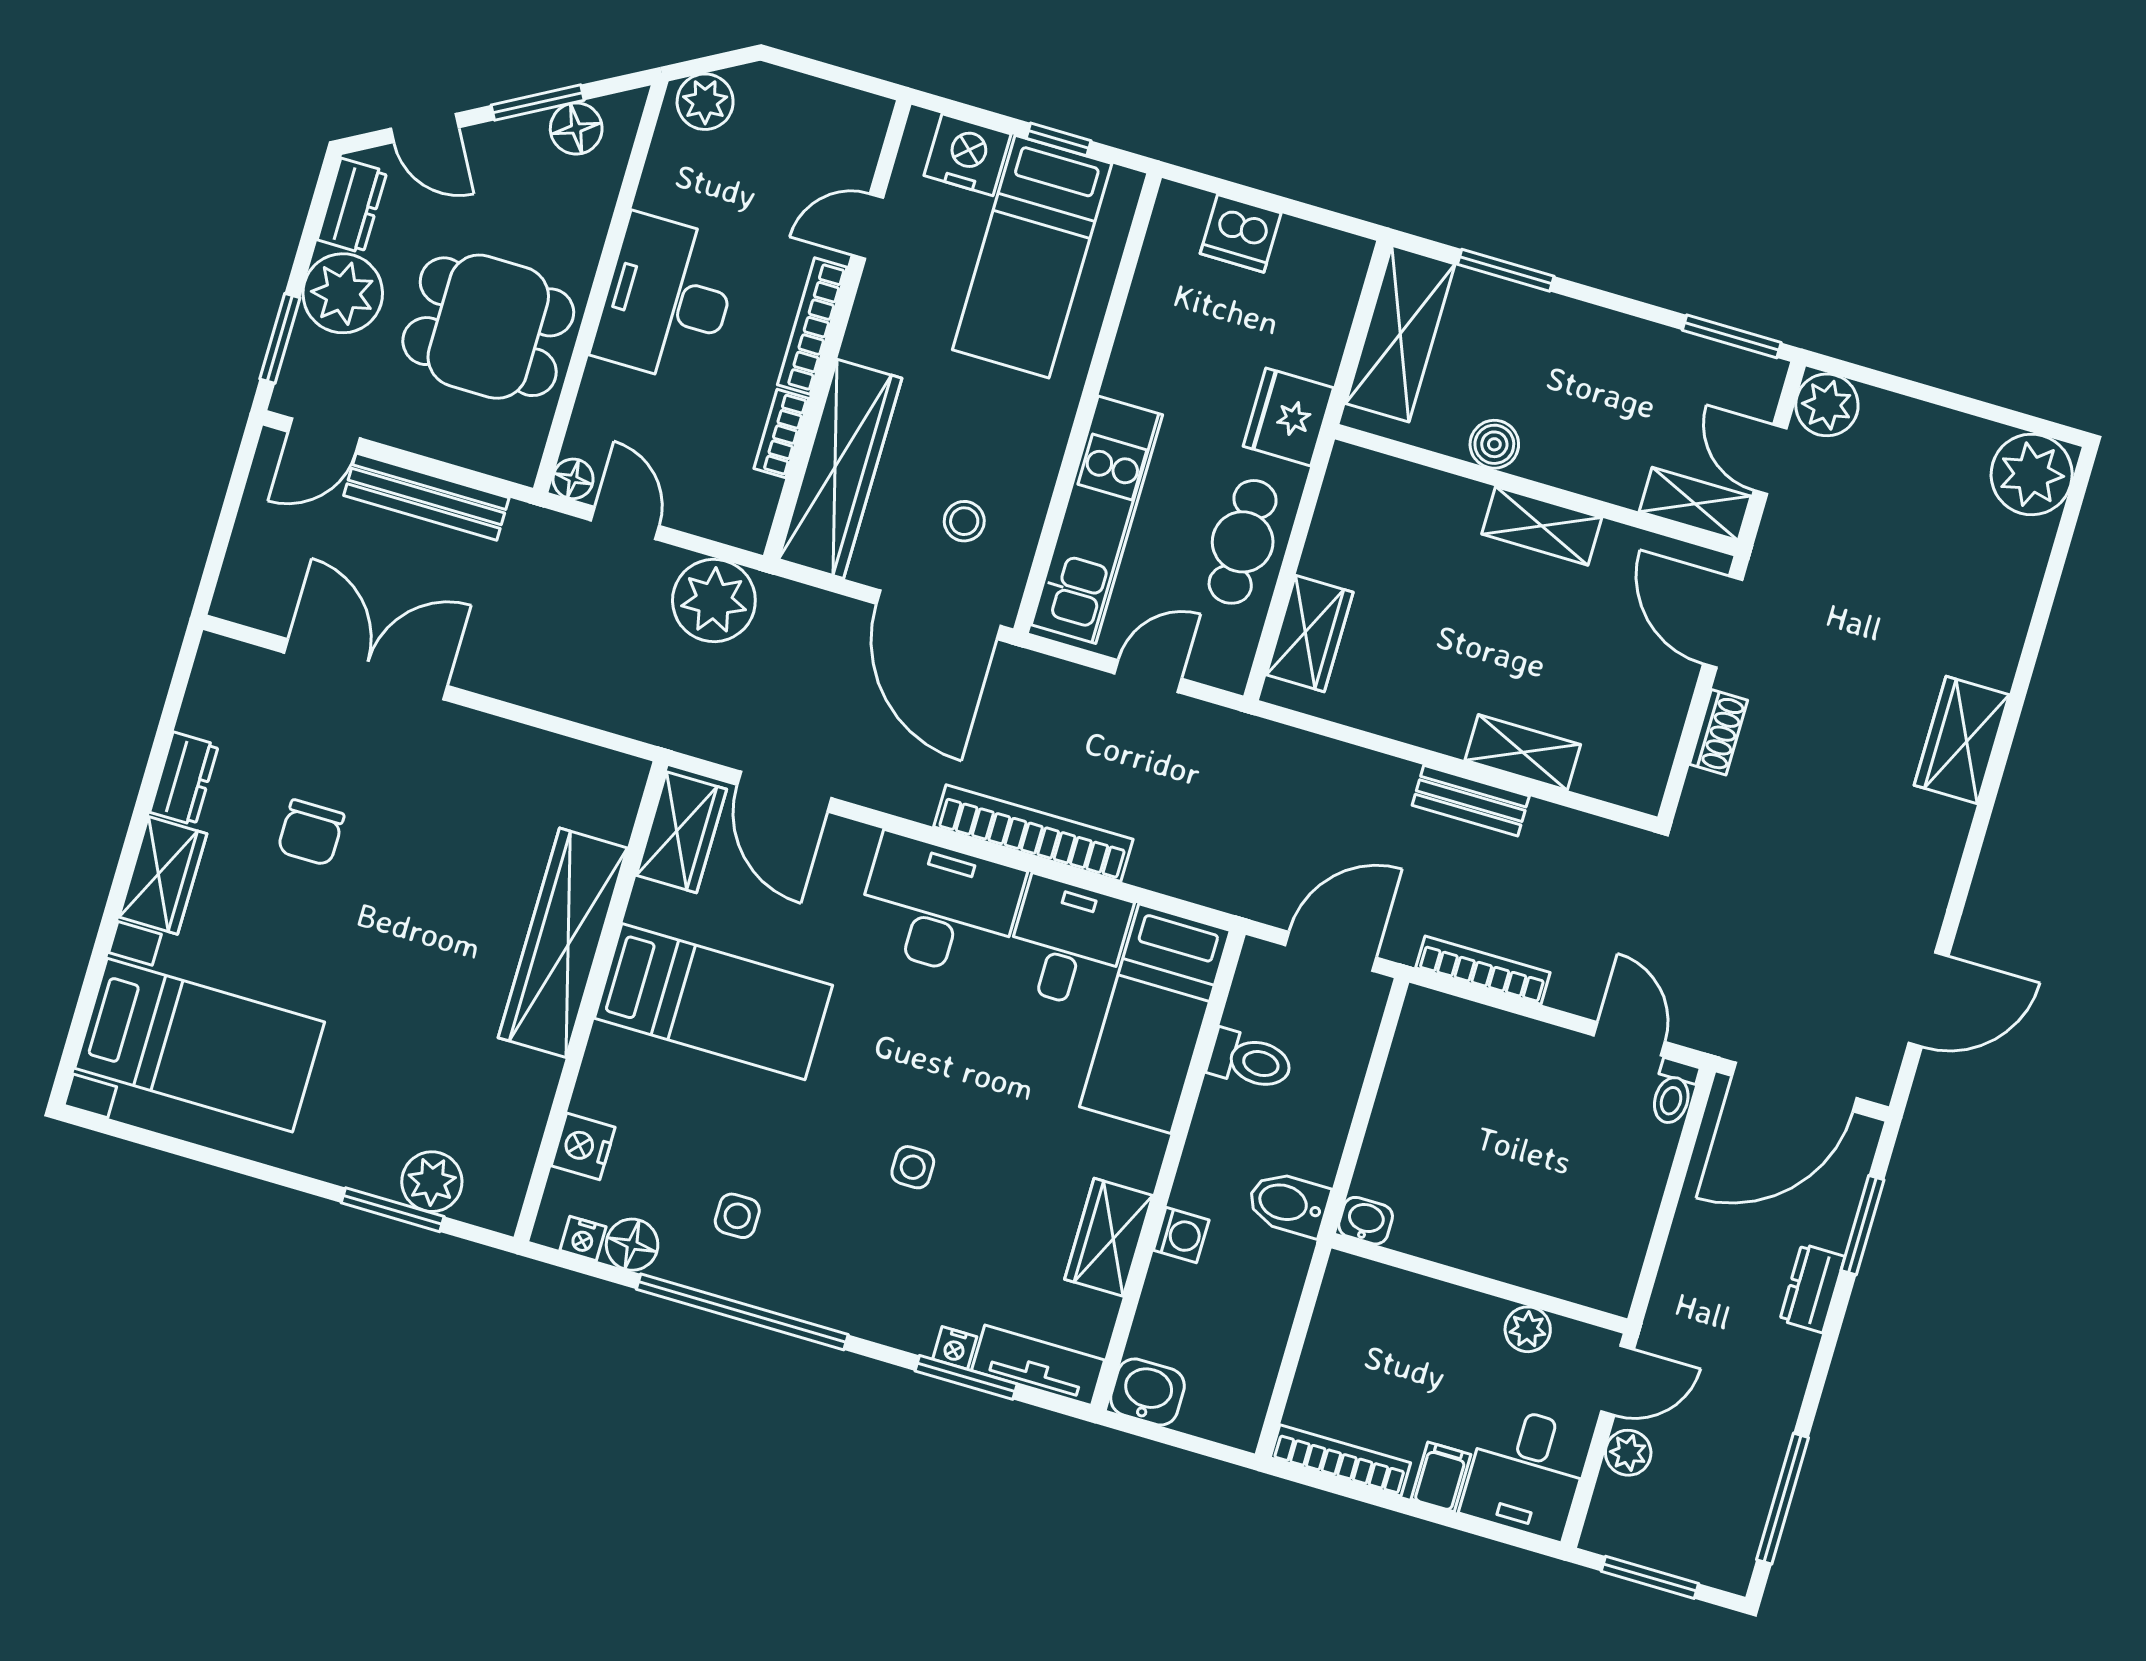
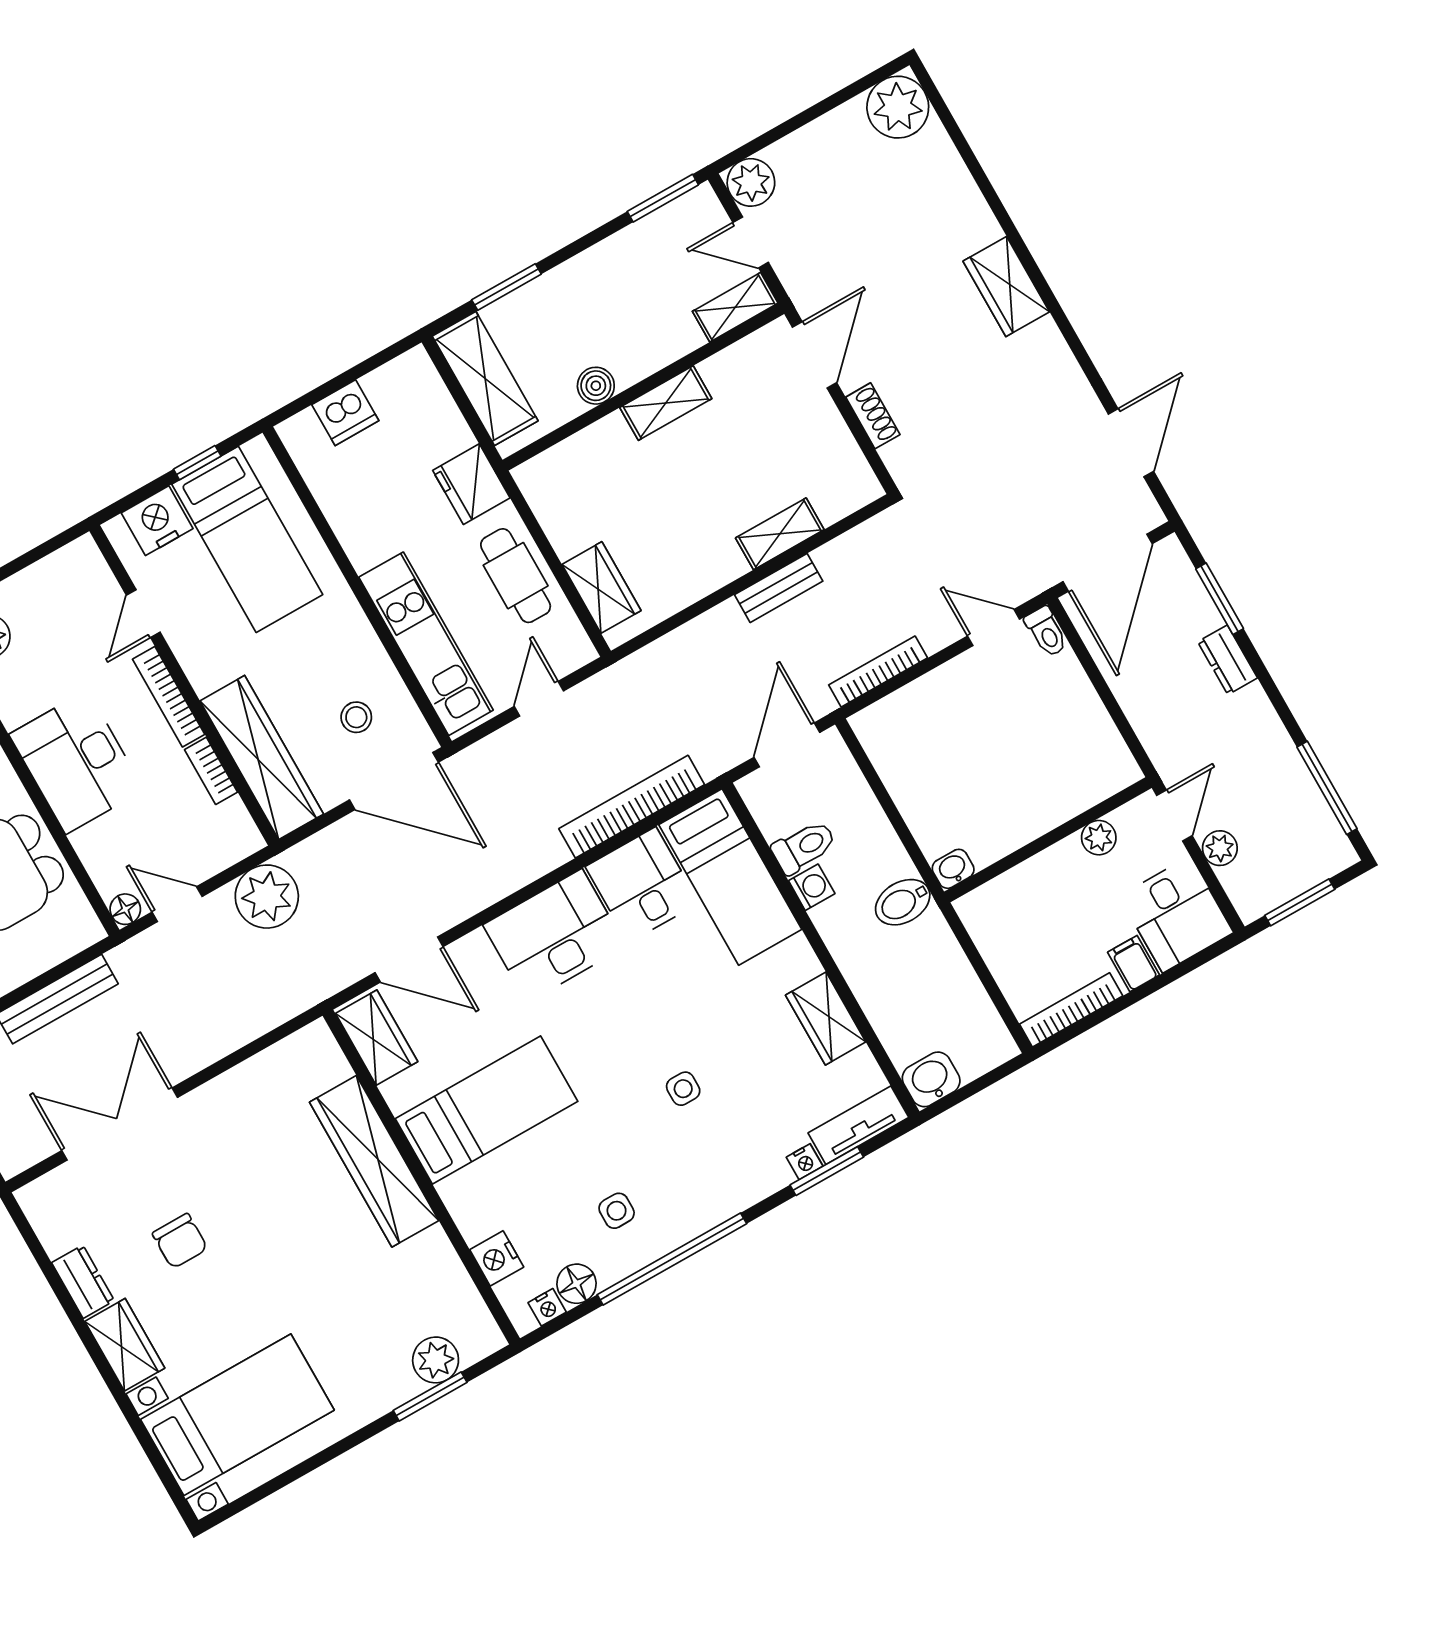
door: (1723, 622) -> (815, 355), swing flipped
bookcase: (1033, 833) -> (632, 807), moved
washing machine: (1181, 1235) -> (812, 887), moved

